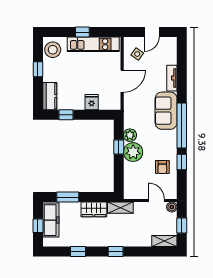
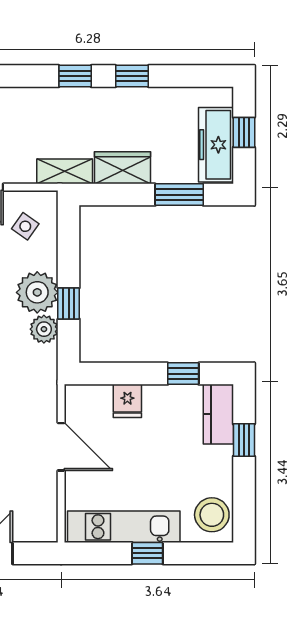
side table: (137, 54) -> (25, 226), moved
window: (38, 69) -> (244, 440), moved
door: (122, 81) -> (61, 447), swing flipped
window: (78, 252) -> (132, 76), moved

